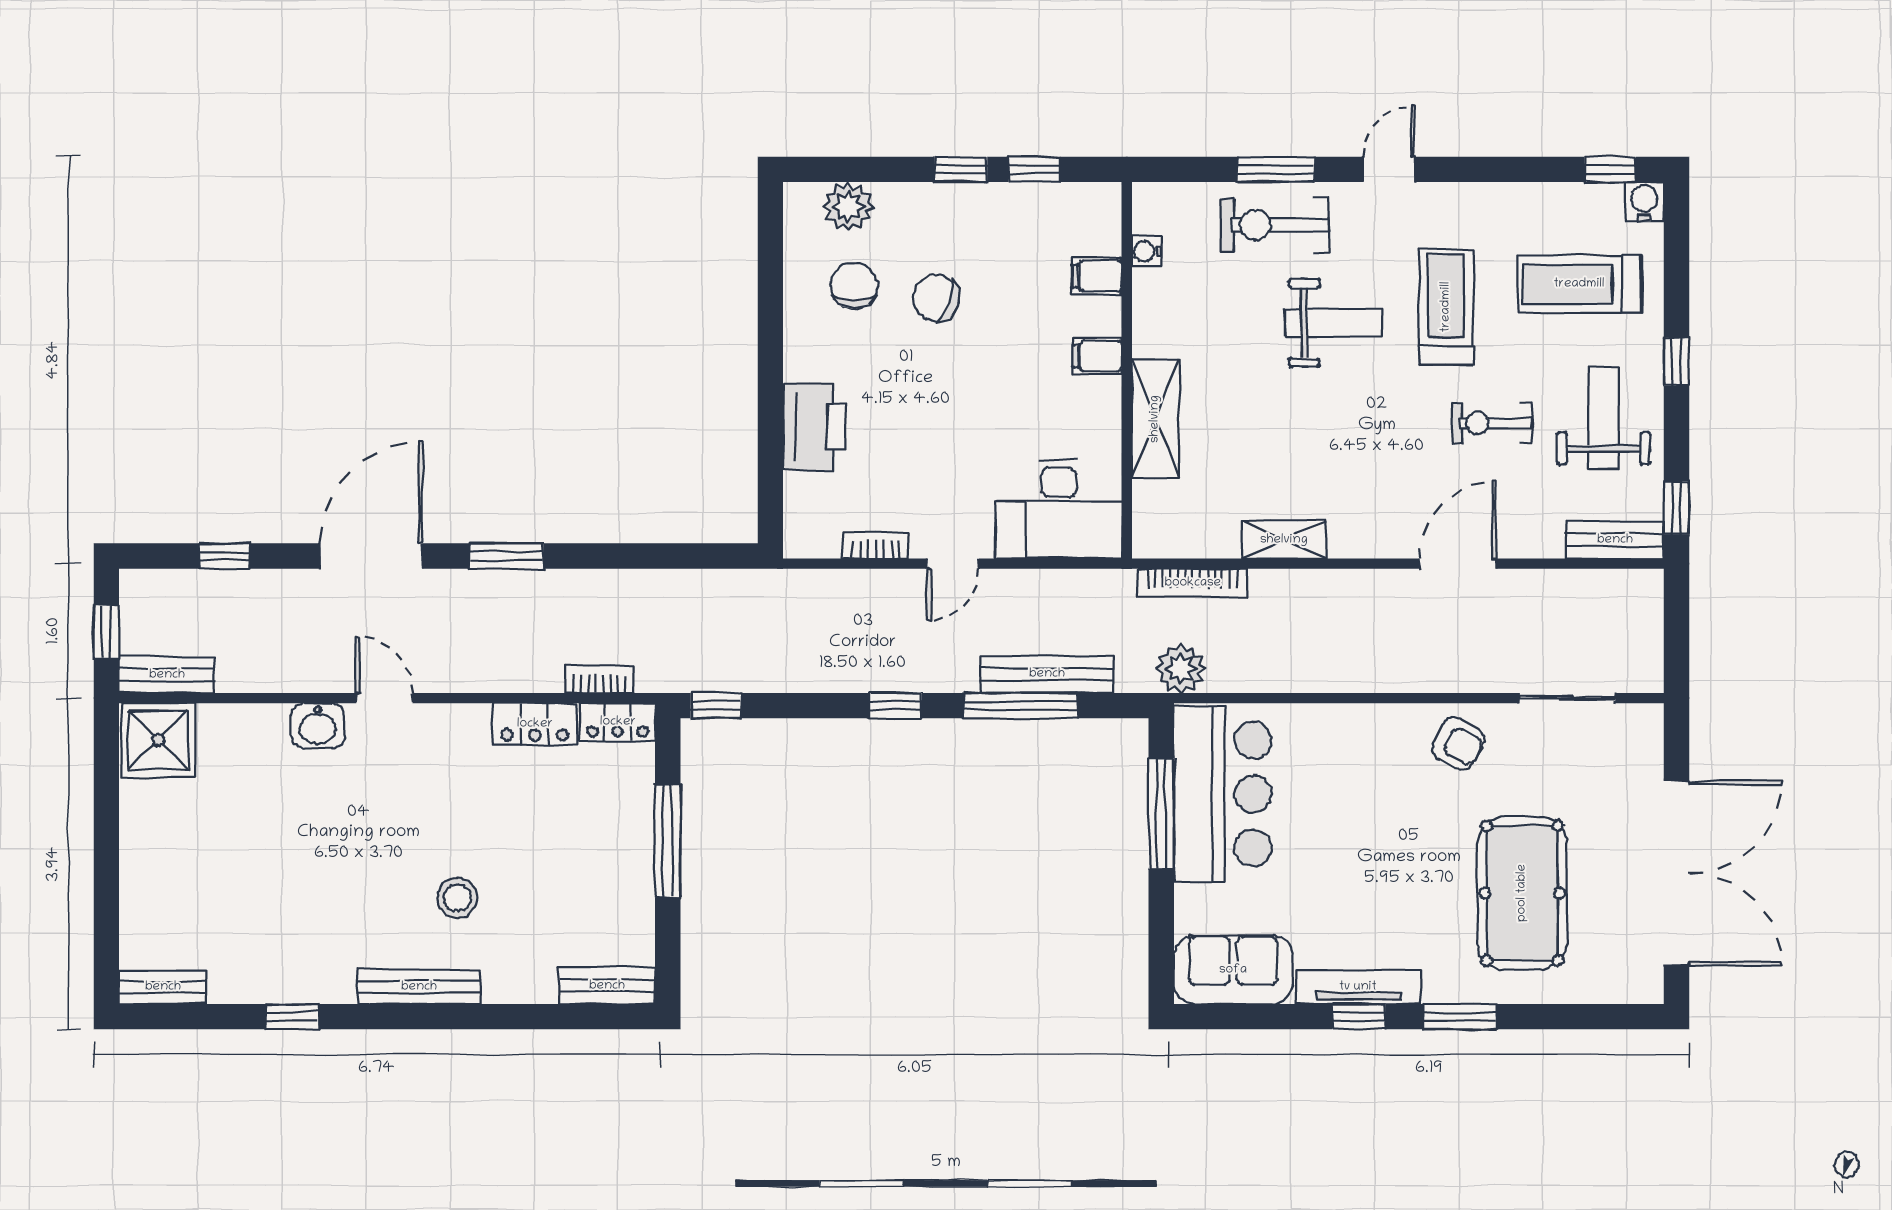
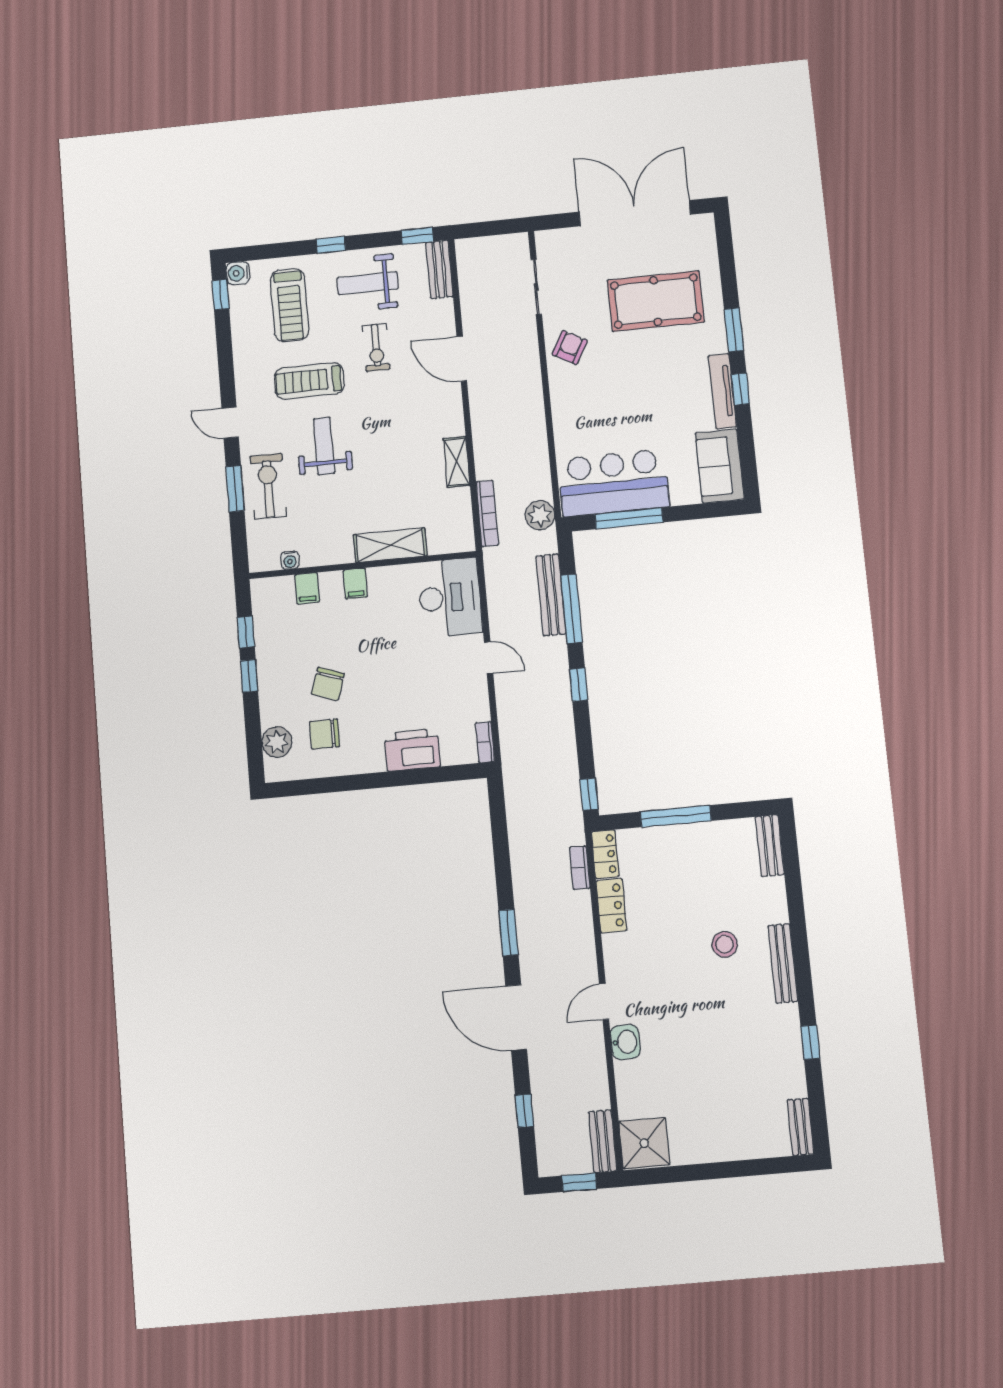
exercise bike: (1275, 225) -> (268, 486), turned 180
bookcase: (876, 545) -> (485, 742), moved

